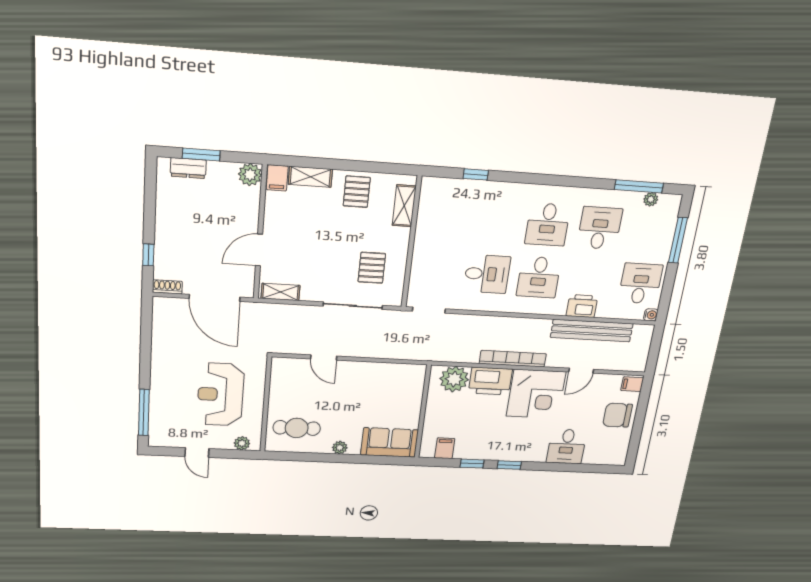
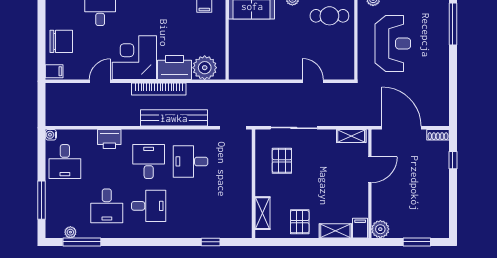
dresser: (188, 168) -> (426, 231), removed
desk: (548, 225) -> (149, 206), turned 90
bench: (592, 331) -> (174, 118), moved

